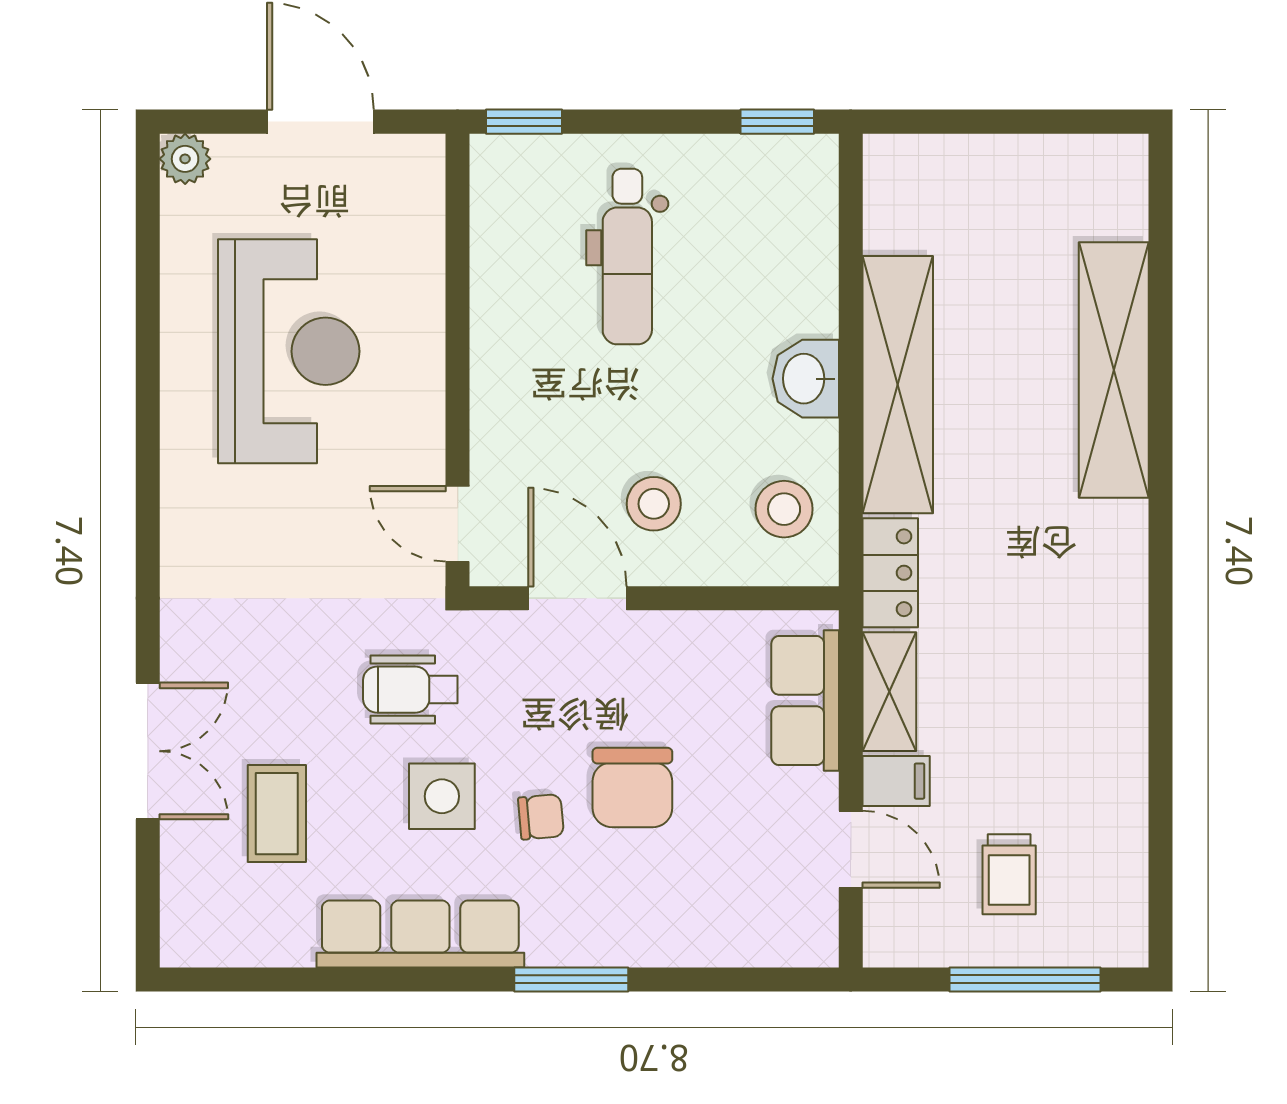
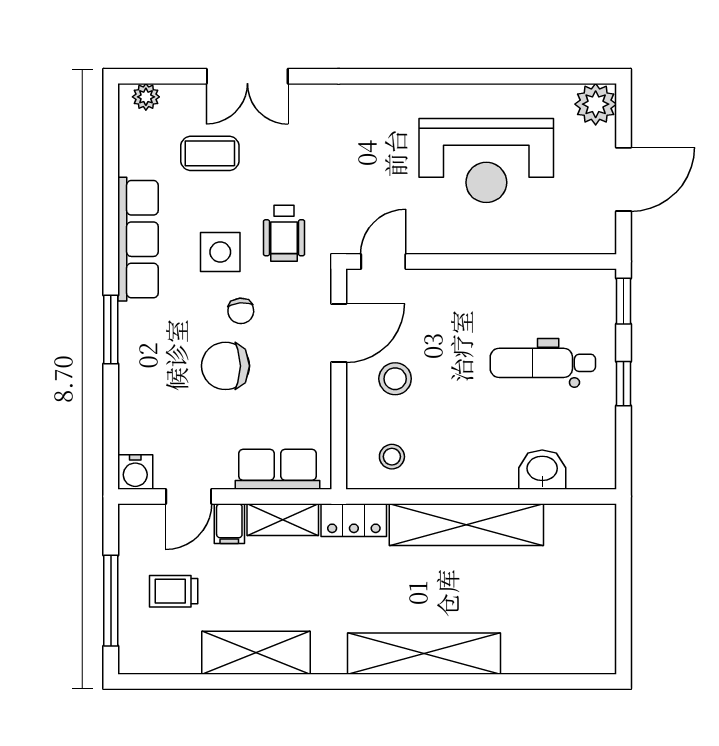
window: (777, 122) -> (624, 384), moved
plant: (185, 159) -> (596, 104), width x1.38, depth x1.38
shelving: (1114, 370) -> (424, 654), moved
washbasin: (806, 379) -> (542, 470), moved
stool: (784, 509) -> (392, 457), width x0.73, depth x0.73
wheelchair: (410, 690) -> (284, 233), turned 180
shelving: (1112, 736) -> (256, 653), added
chair: (541, 817) -> (241, 311), moved
plant: (182, 921) -> (146, 97), added
water cooler: (810, 938) -> (135, 472), added

